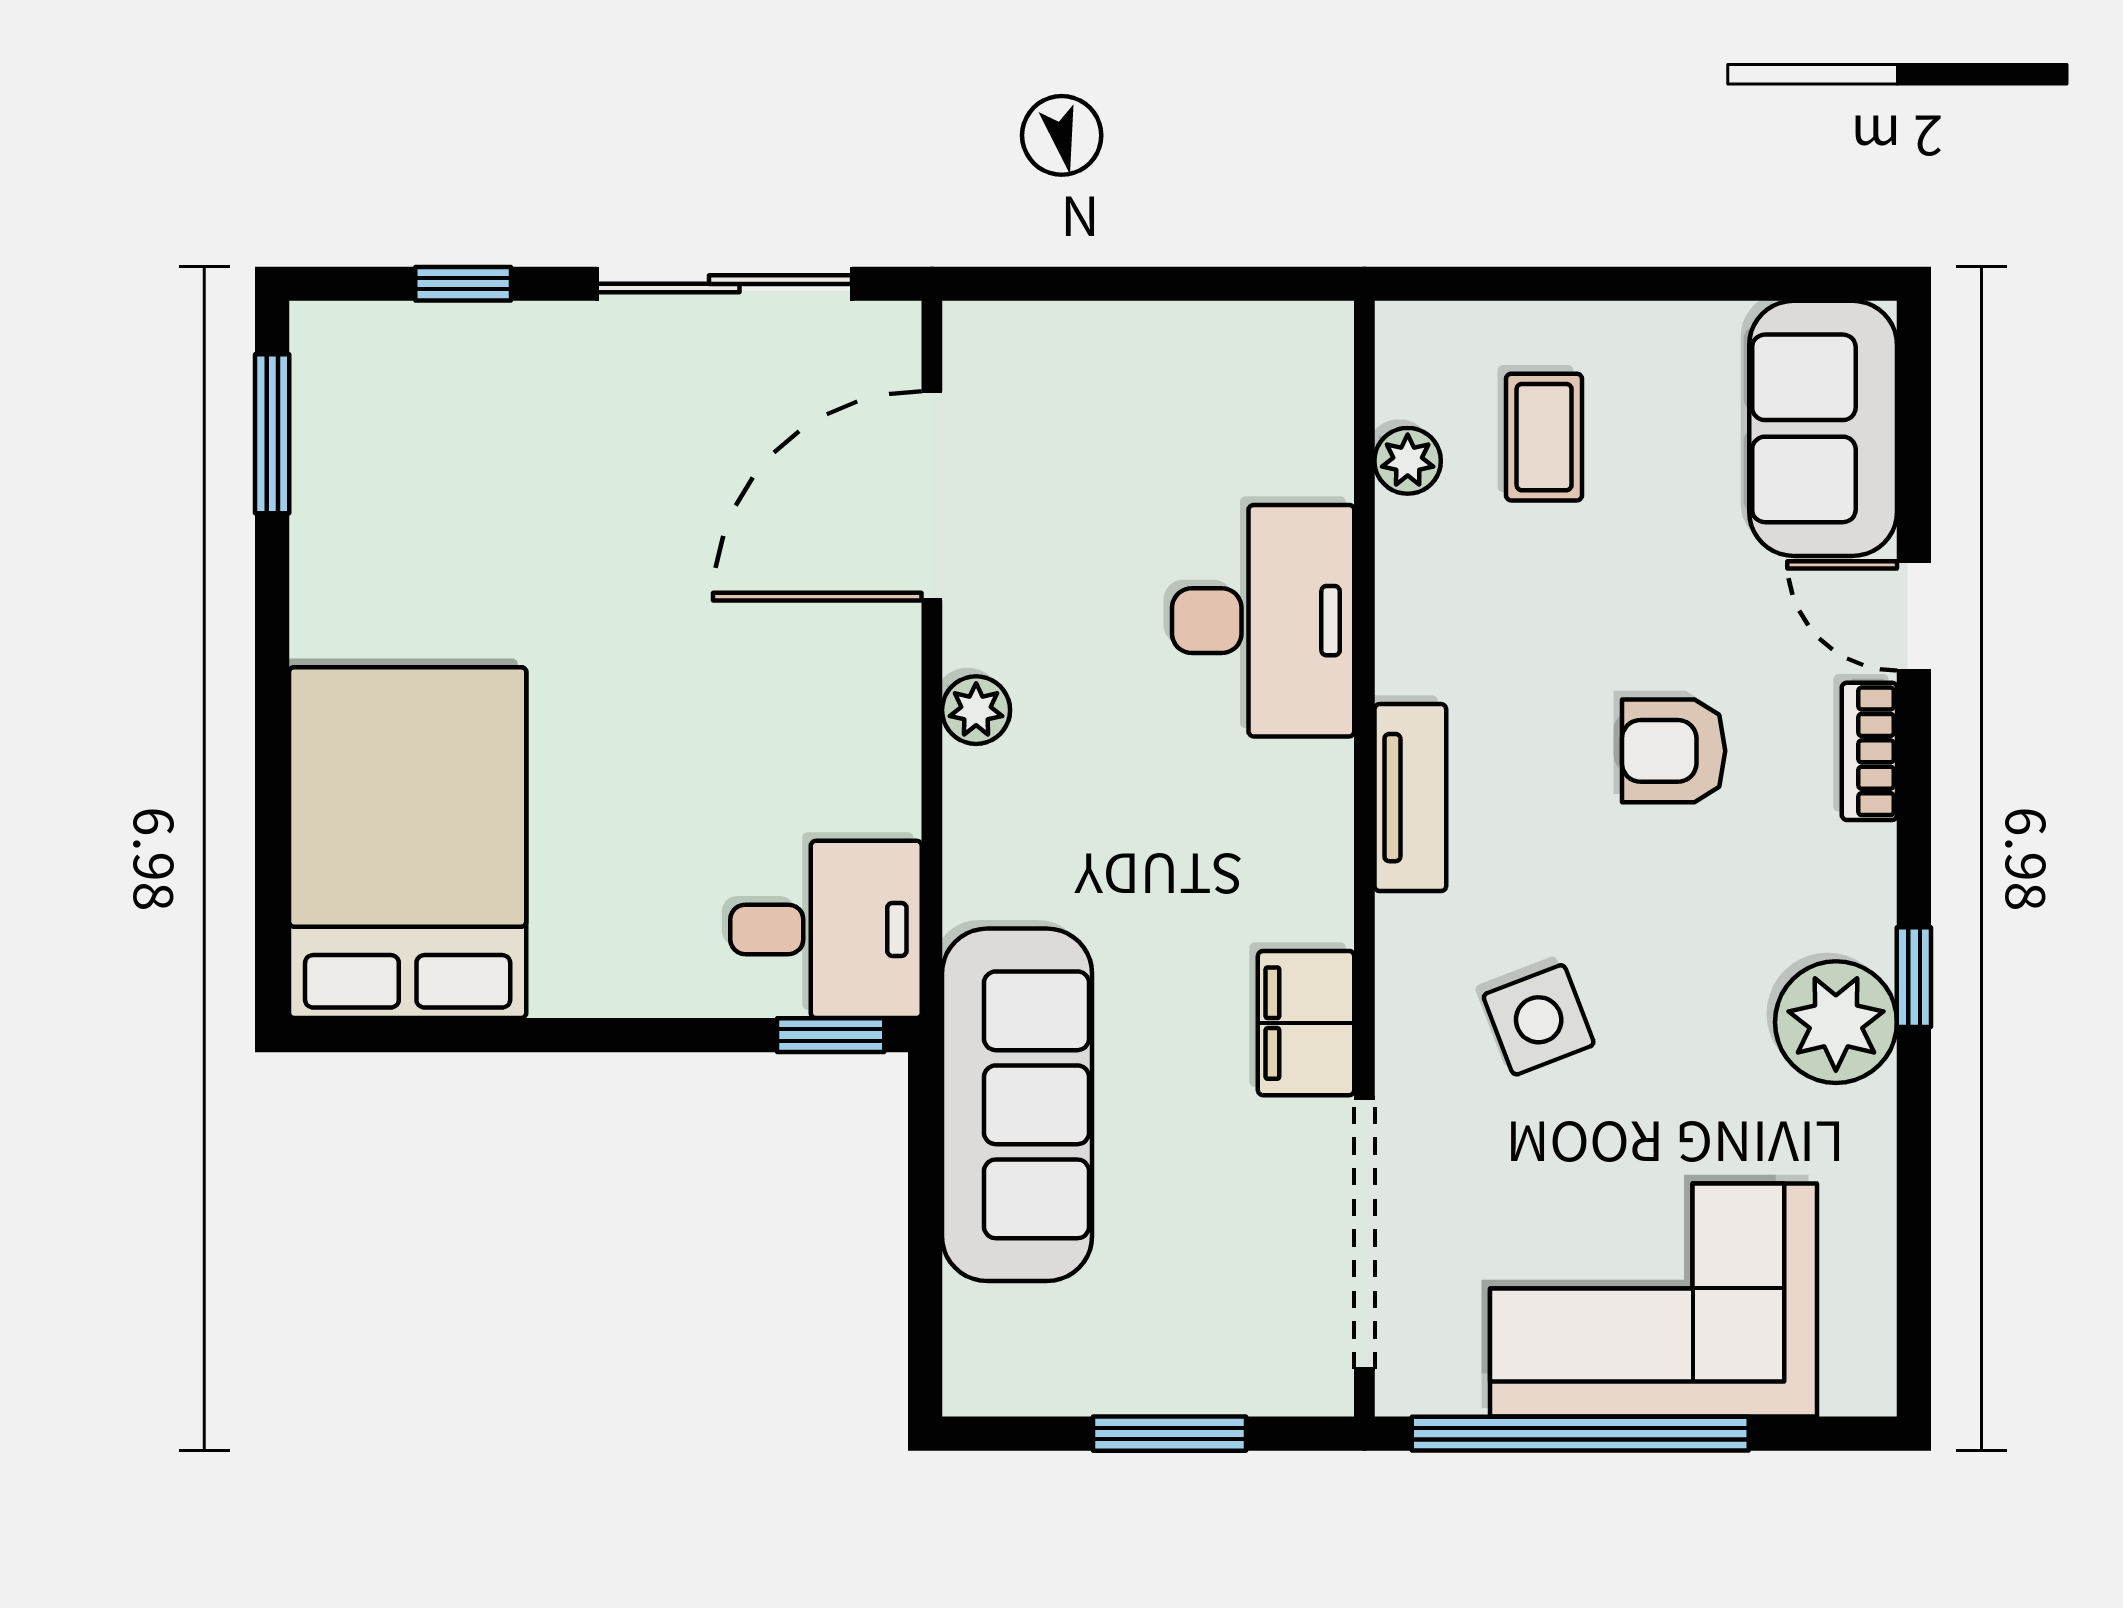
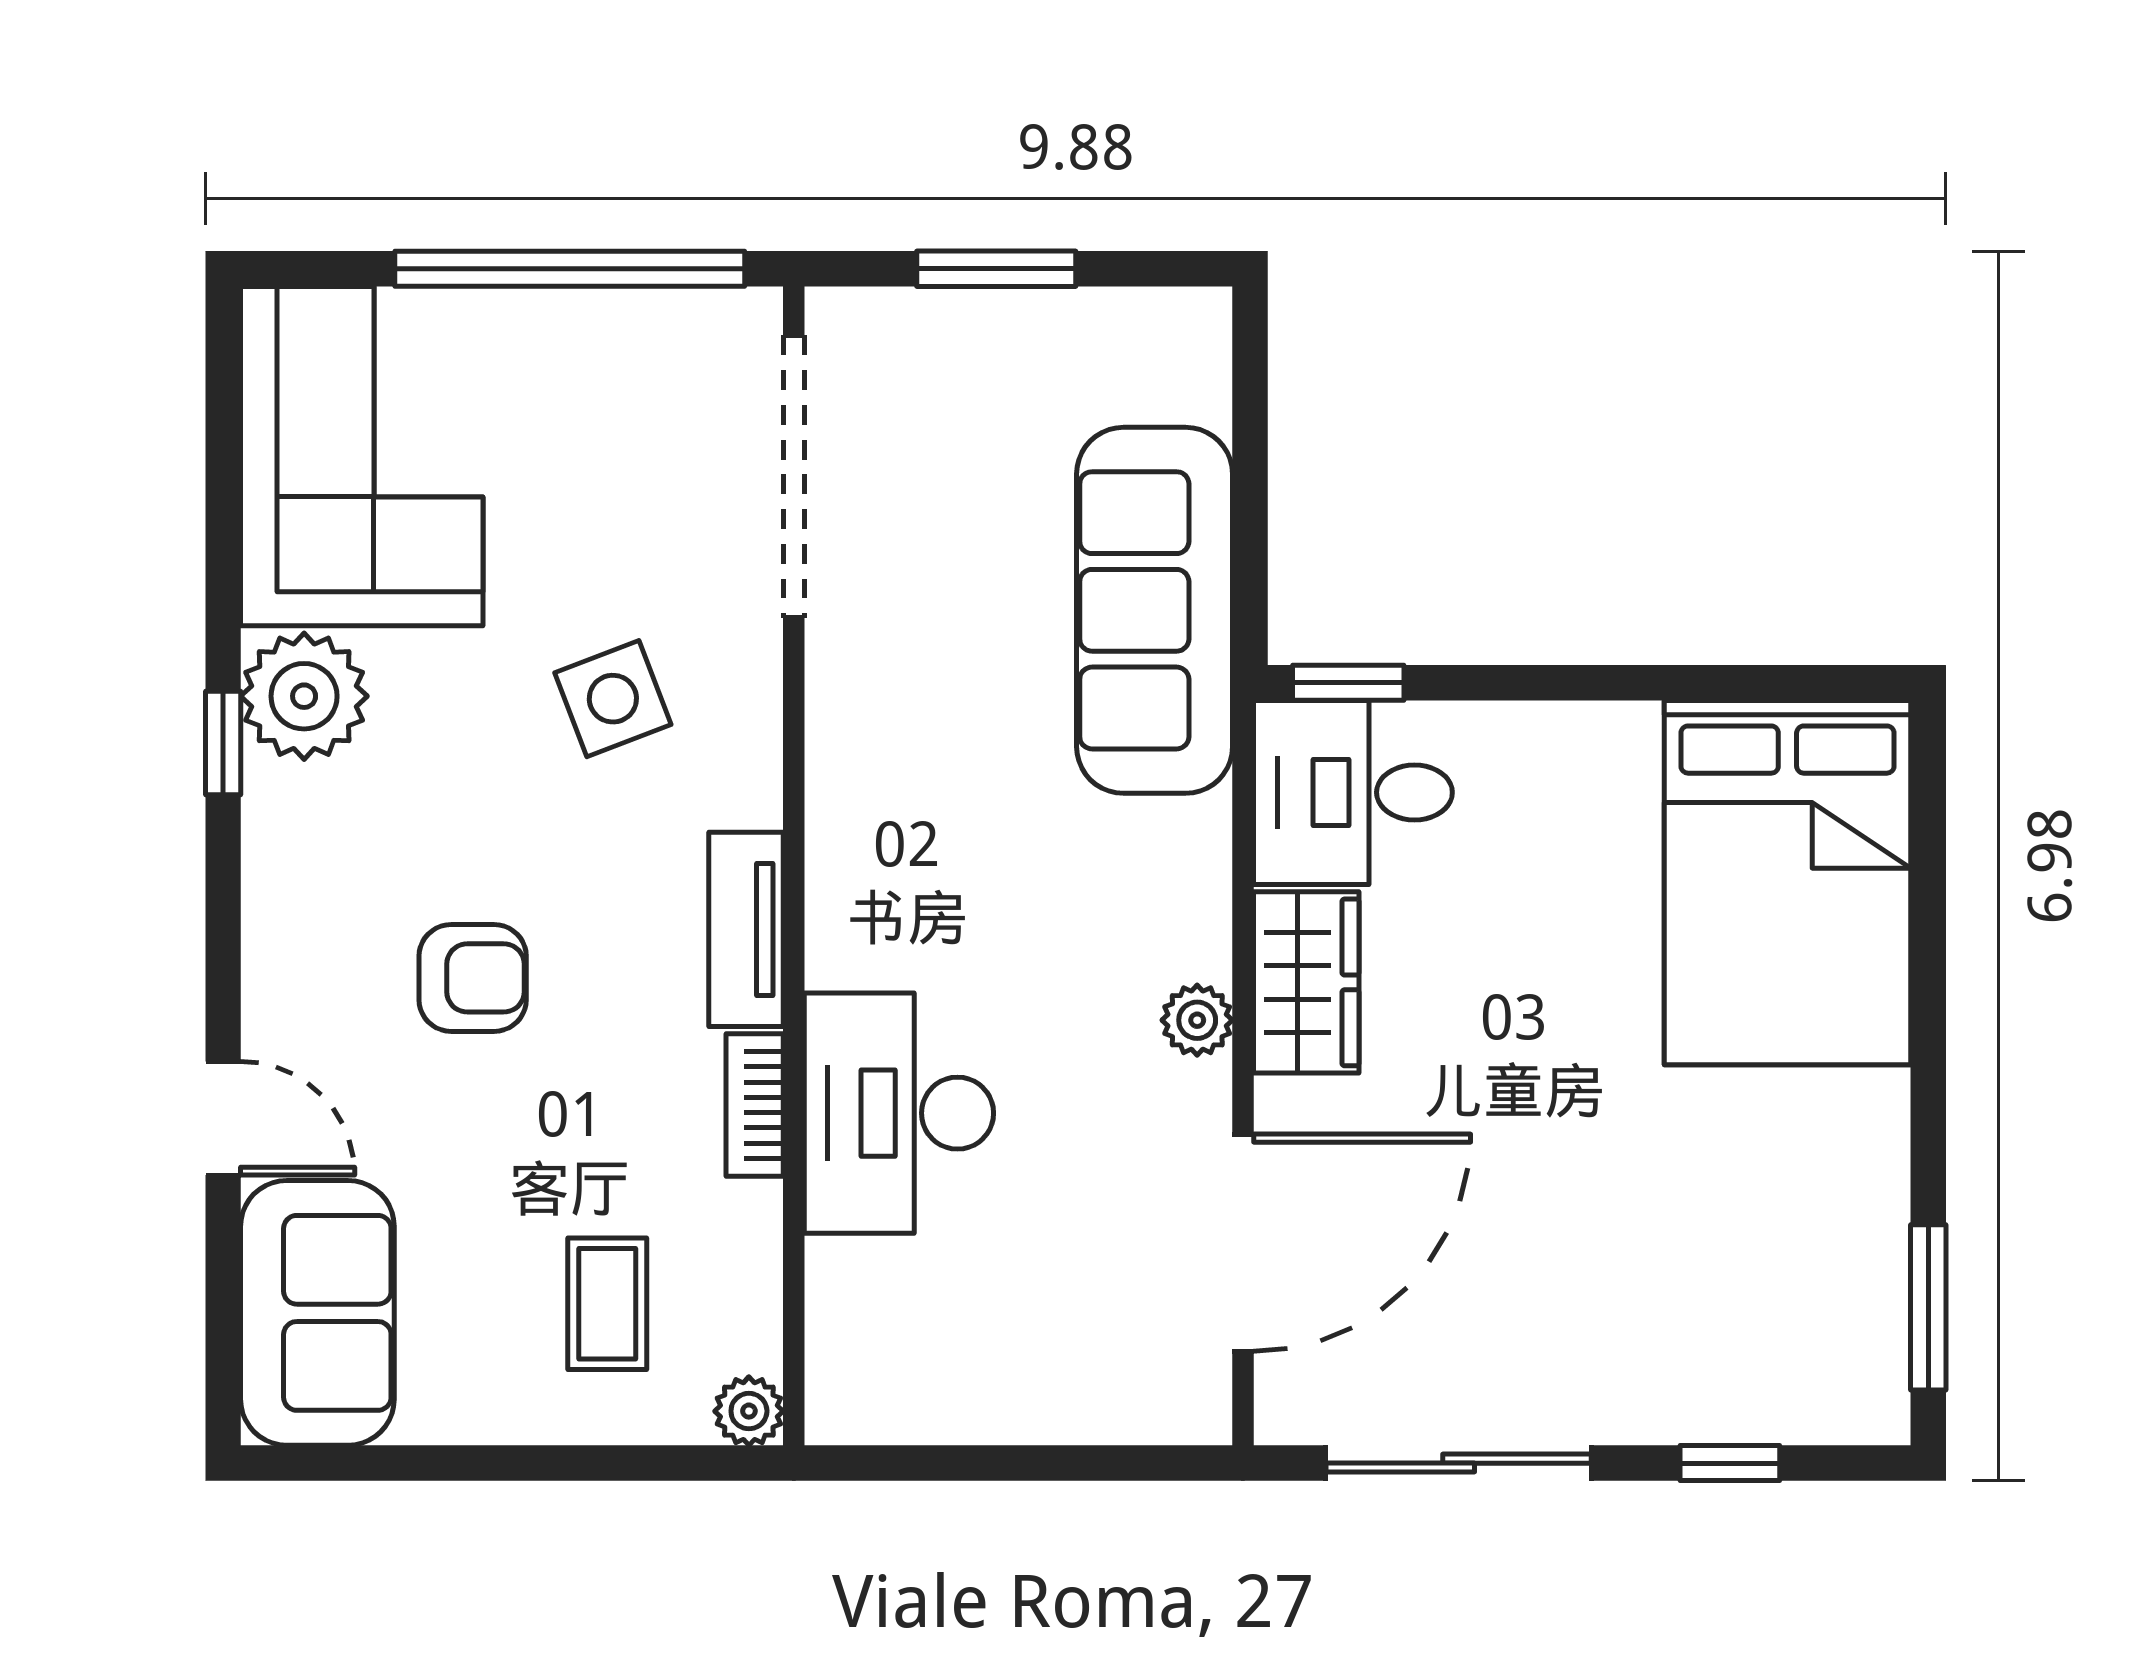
plant: (1408, 461) -> (749, 1411), moved
wardrobe: (871, 747) -> (1306, 982), added
bookcase: (1869, 751) -> (755, 1105), moved, turned 180
filing cabinet: (1306, 1023) -> (854, 695), removed
corner sofa: (1653, 1300) -> (362, 456), moved, turned -90

